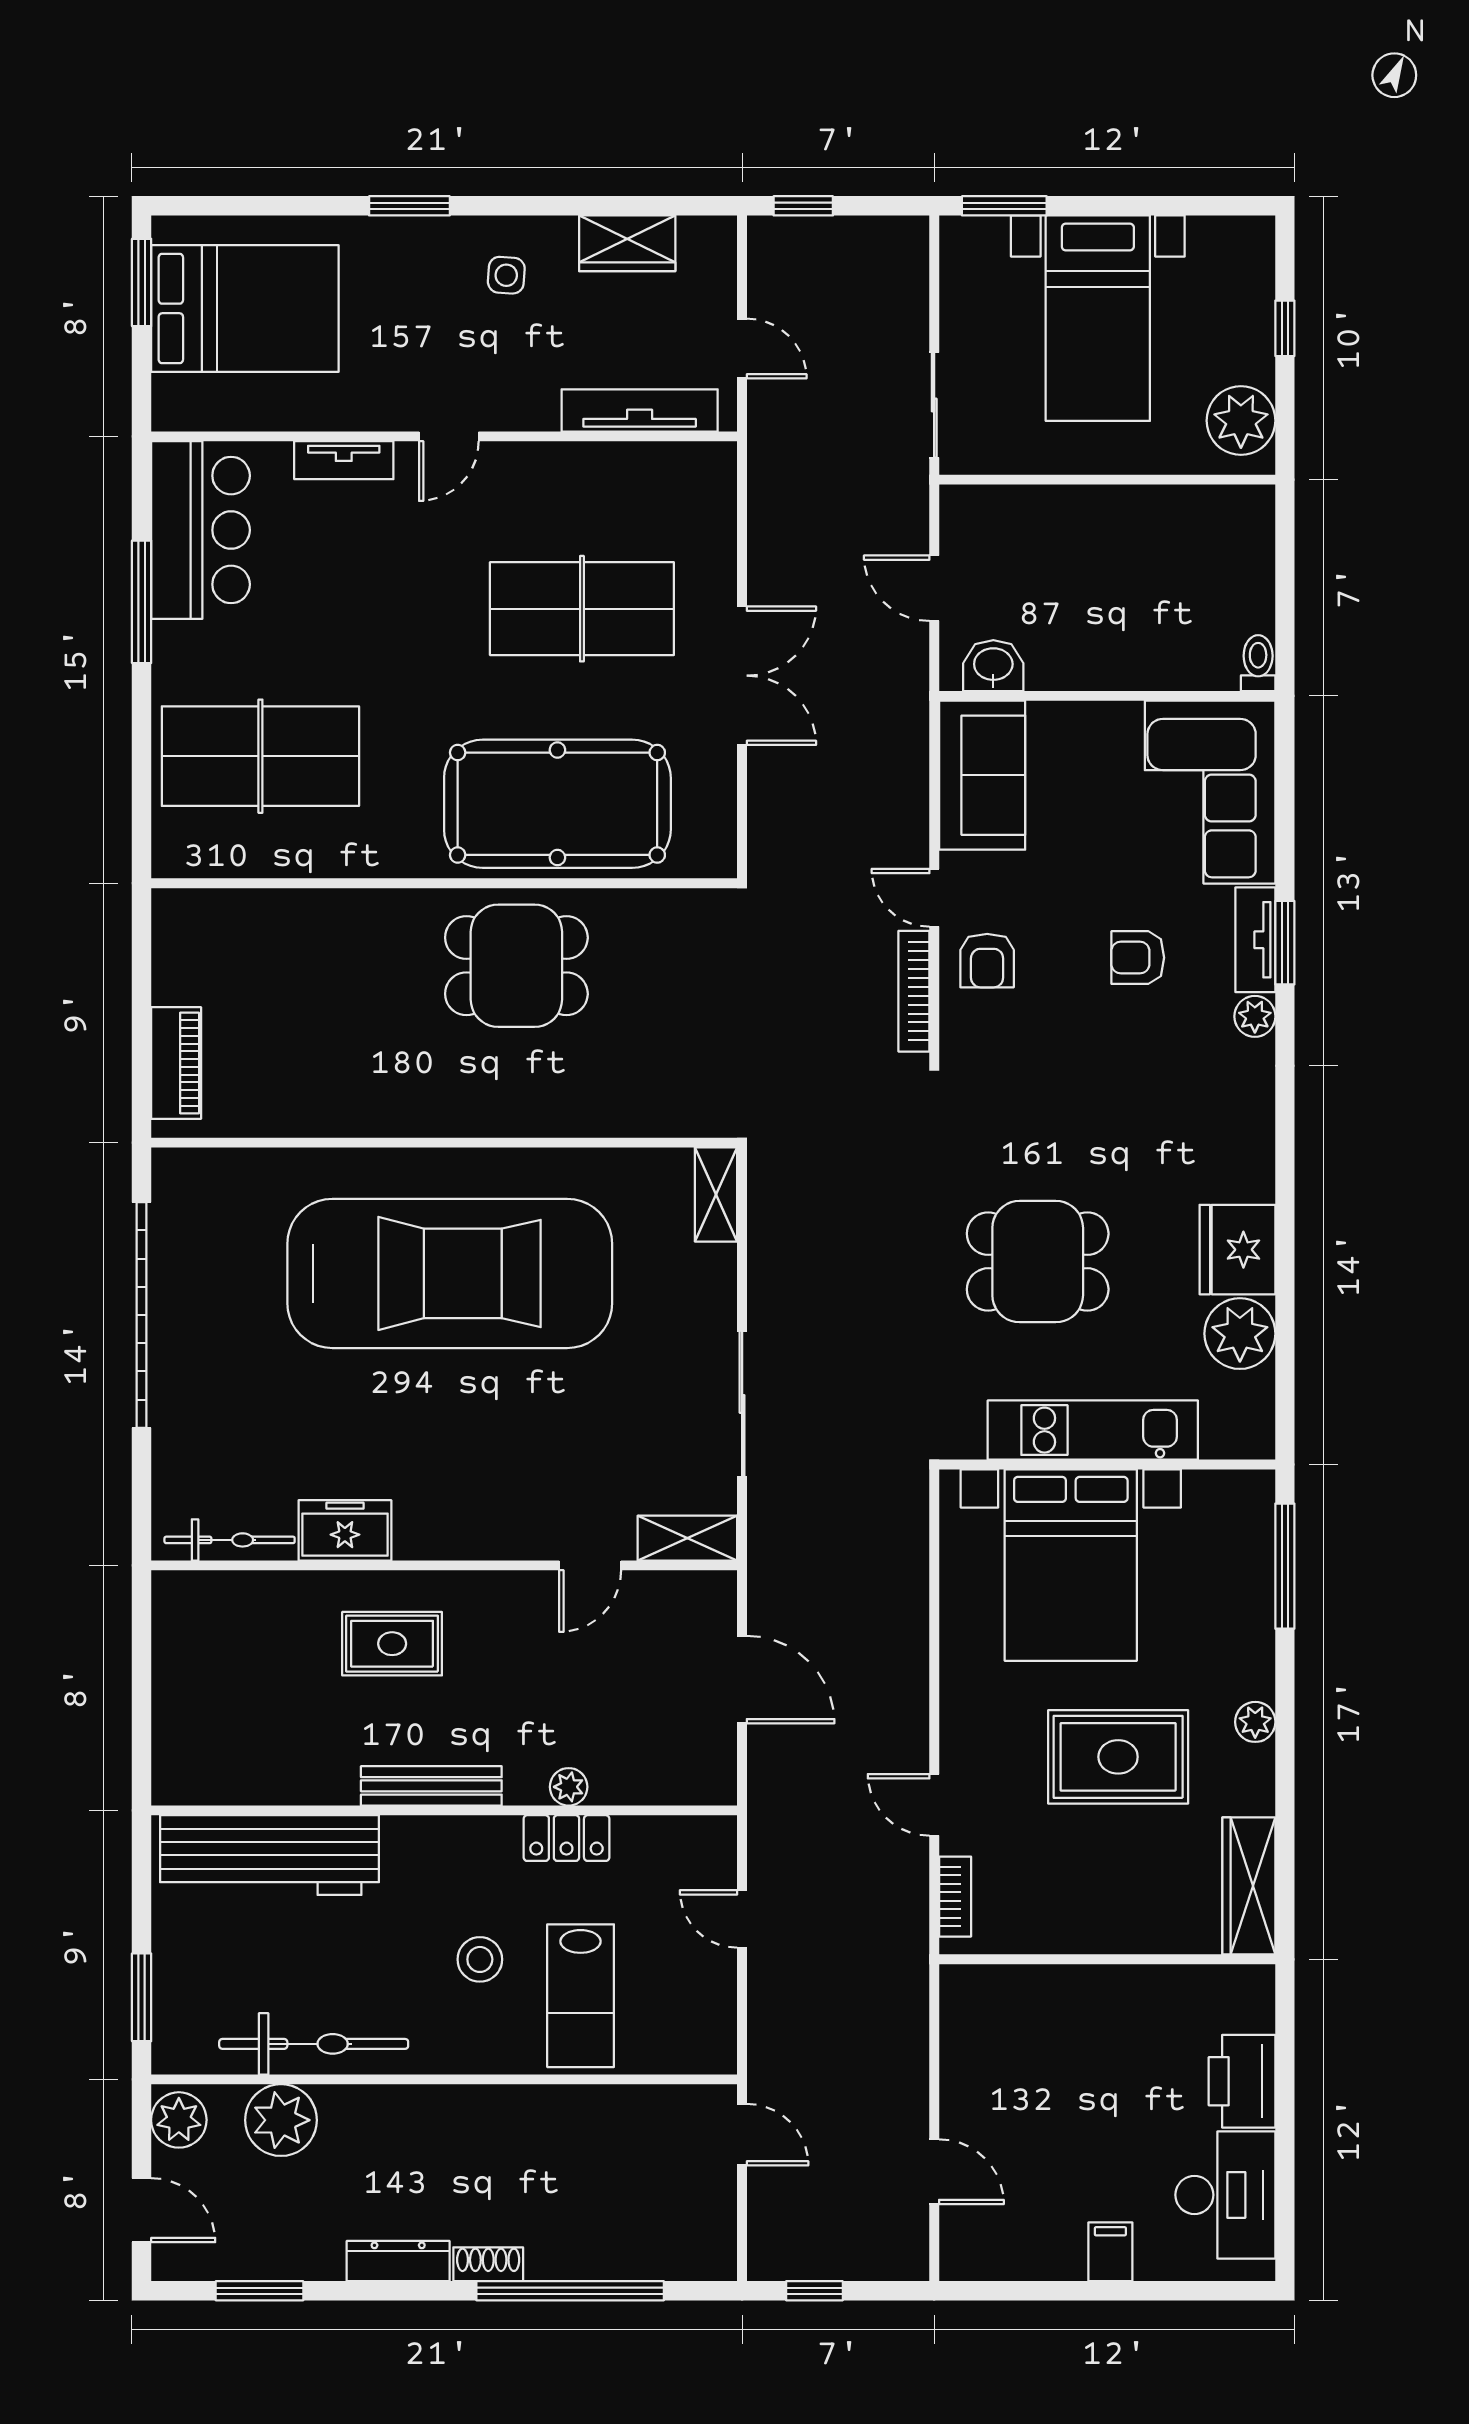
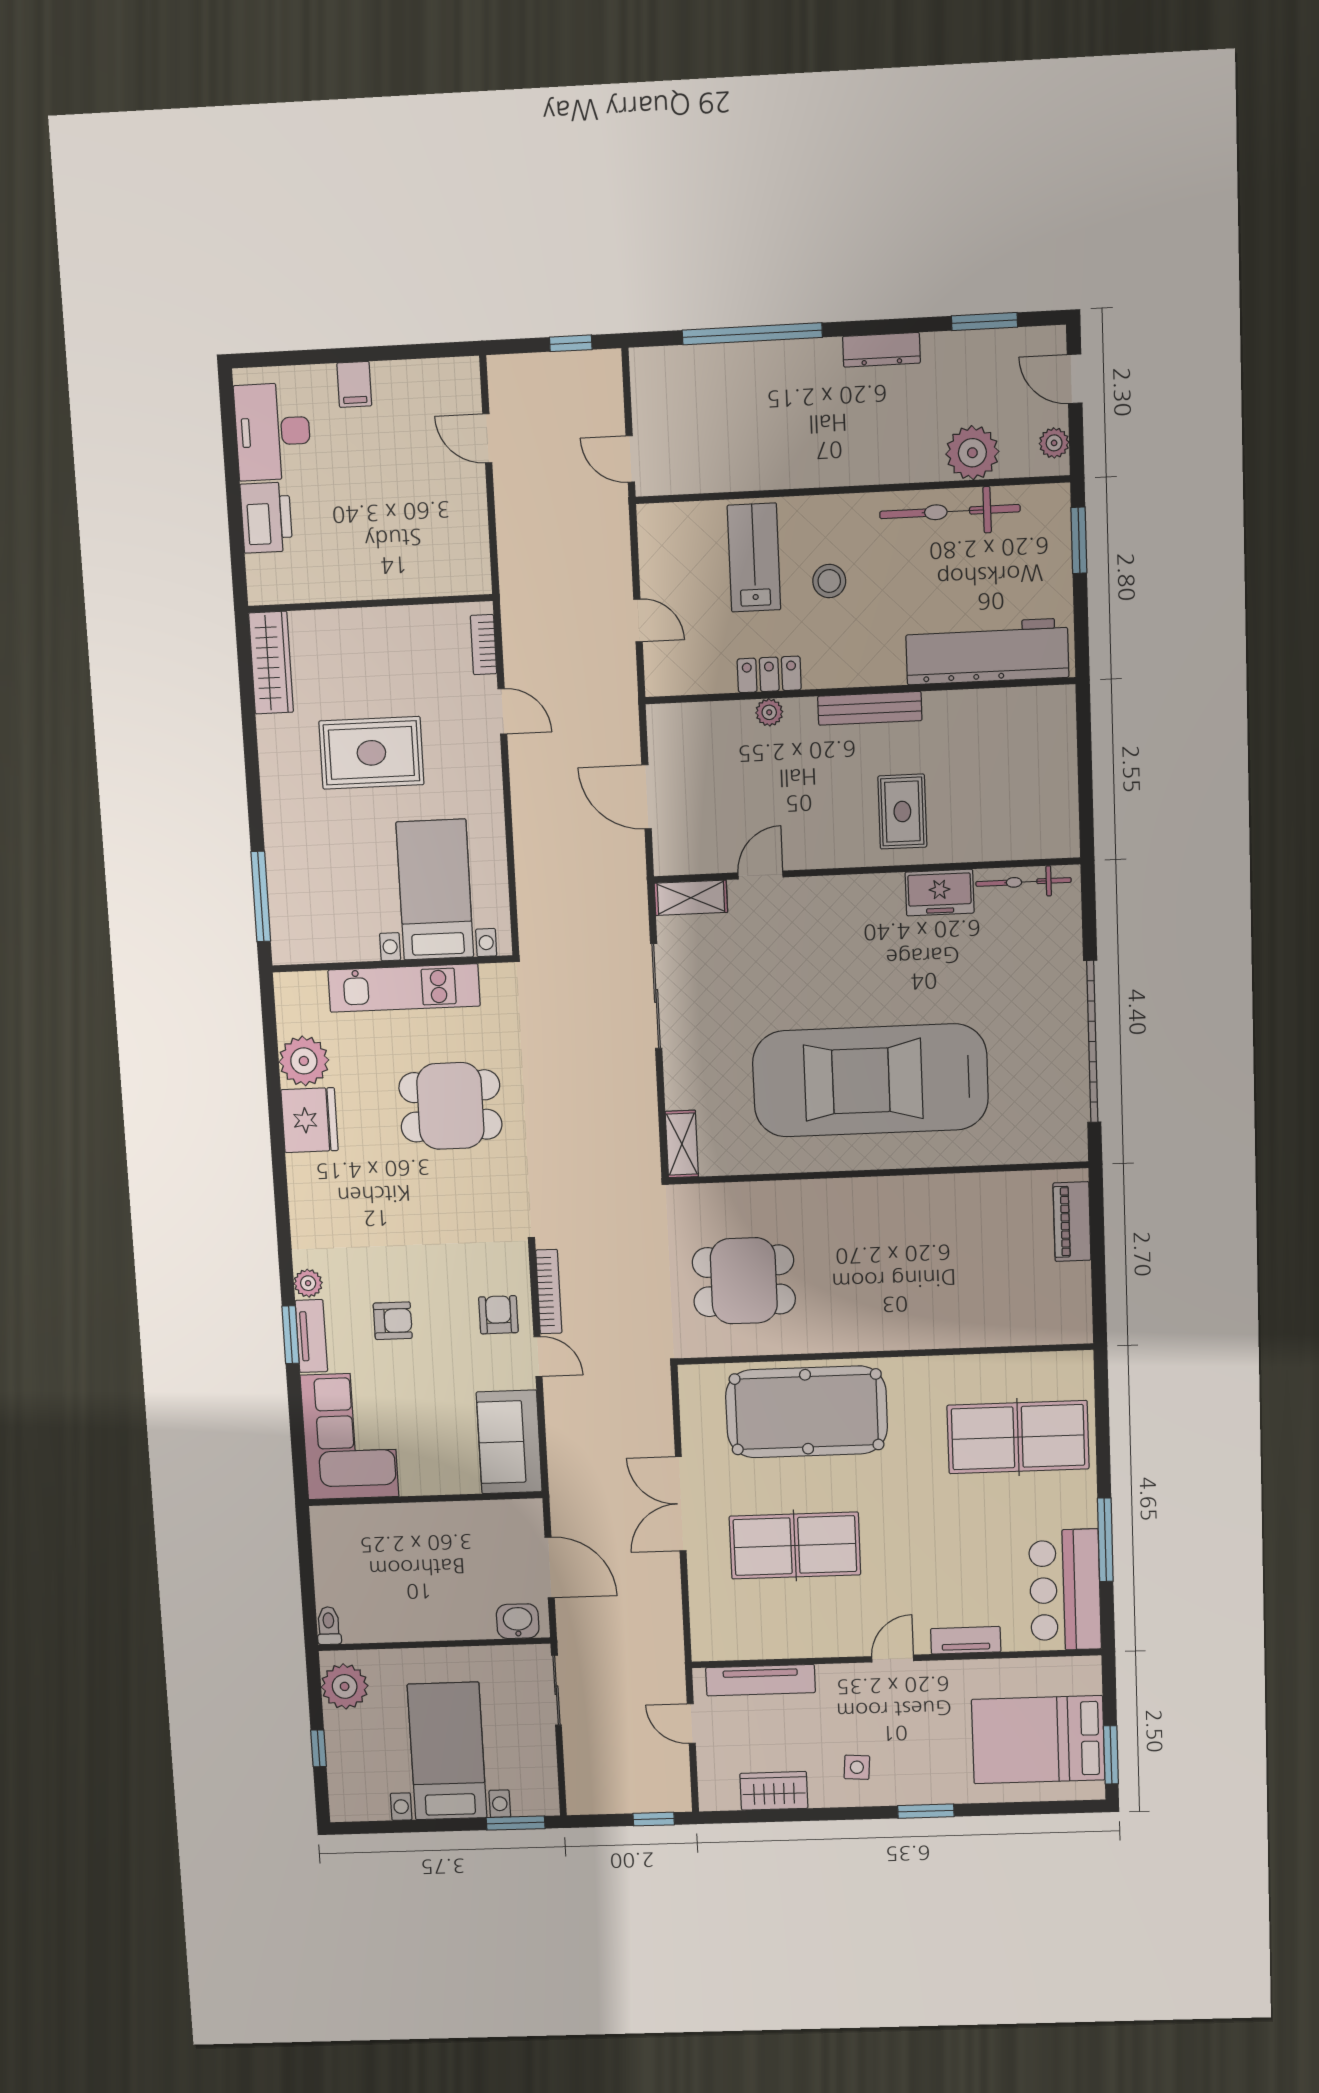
door: (934, 588) -> (550, 1568), width x1.38
toilet: (1258, 663) -> (329, 1626), moved, turned 180
washbasin: (993, 666) -> (518, 1621), moved, turned 180
dining table: (516, 966) -> (744, 1281), moved
bed with nightstands: (1071, 1565) -> (435, 890), width x0.73
rug: (392, 1644) -> (902, 812), turned 90
plant: (1255, 1722) -> (274, 783), removed
plant: (179, 2120) -> (1054, 443), width x0.73, depth x0.73
shoe rack: (488, 2264) -> (814, 351), removed

